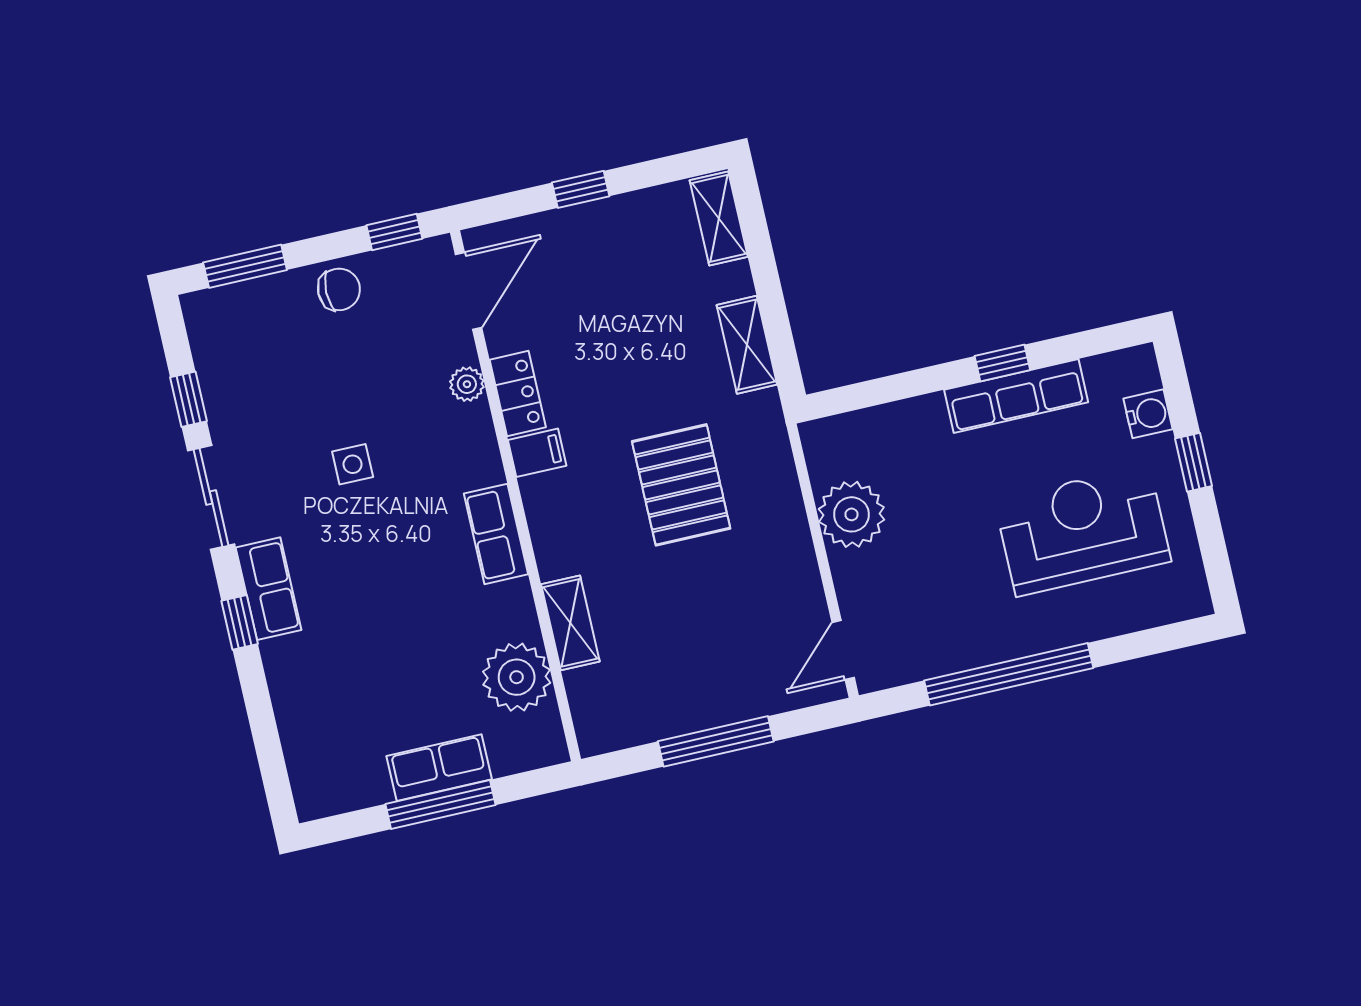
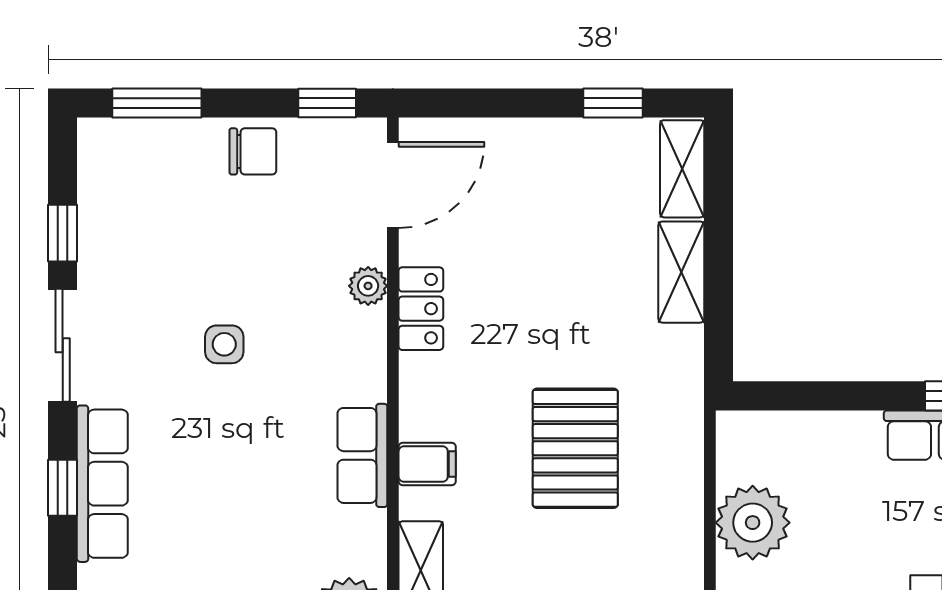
window: (581, 189) -> (613, 103), moved
shelving: (747, 345) -> (681, 272), moved
filing cabinet: (537, 453) -> (427, 464), moved
row of seats: (269, 589) -> (102, 484), width x1.48

